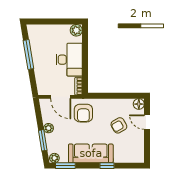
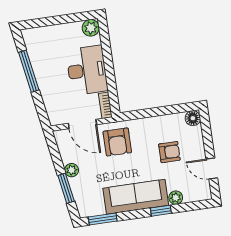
door: (147, 122) -> (212, 168), moved
armchair: (119, 125) -> (169, 152), turned -150
plant: (54, 158) -> (176, 198), moved

